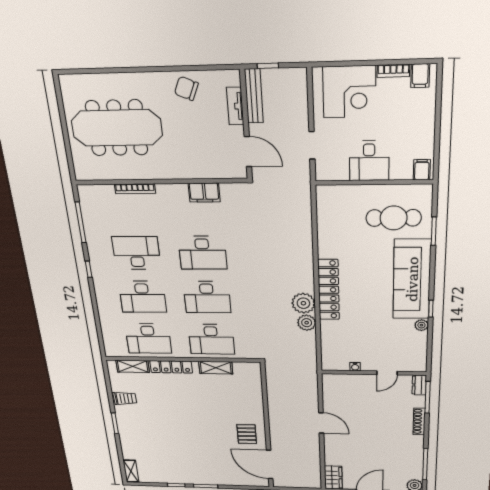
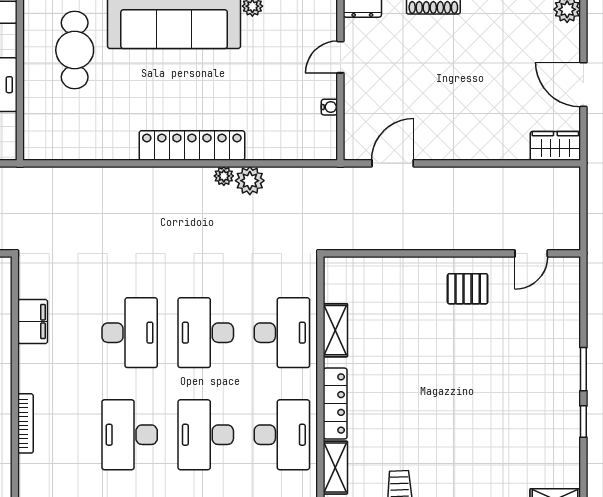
desk: (143, 297) -> (206, 435), turned 180
desk: (207, 297) -> (206, 333), turned 180
plant: (303, 303) -> (224, 176), width x0.53, depth x0.53
door: (387, 373) -> (340, 57), swing flipped
door: (321, 423) -> (393, 163), moved
door: (270, 465) -> (531, 253), width x0.53

